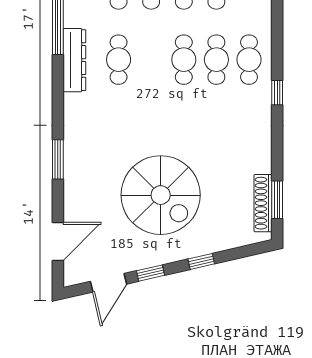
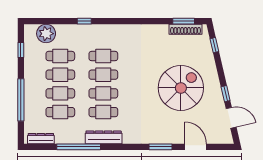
cafe table: (249, 60) -> (103, 93), moved
window: (277, 93) -> (84, 21), moved
door: (58, 242) -> (196, 147), moved
window: (201, 261) -> (214, 45), moved

